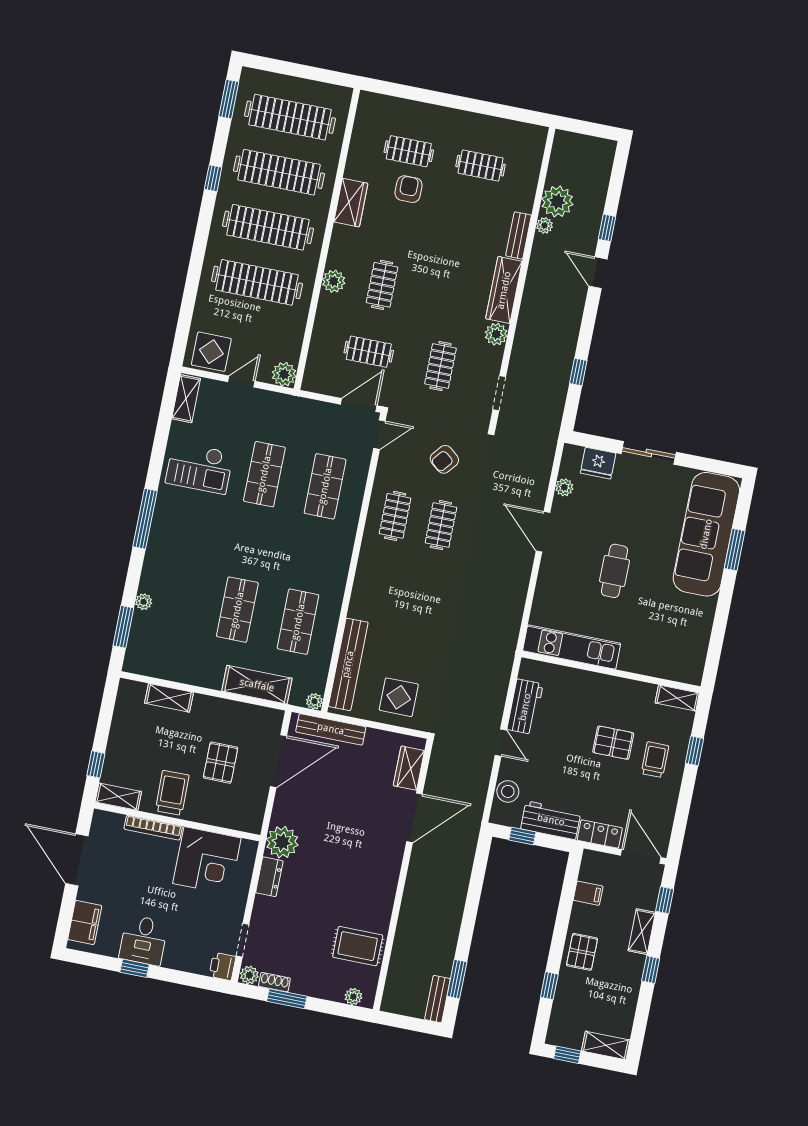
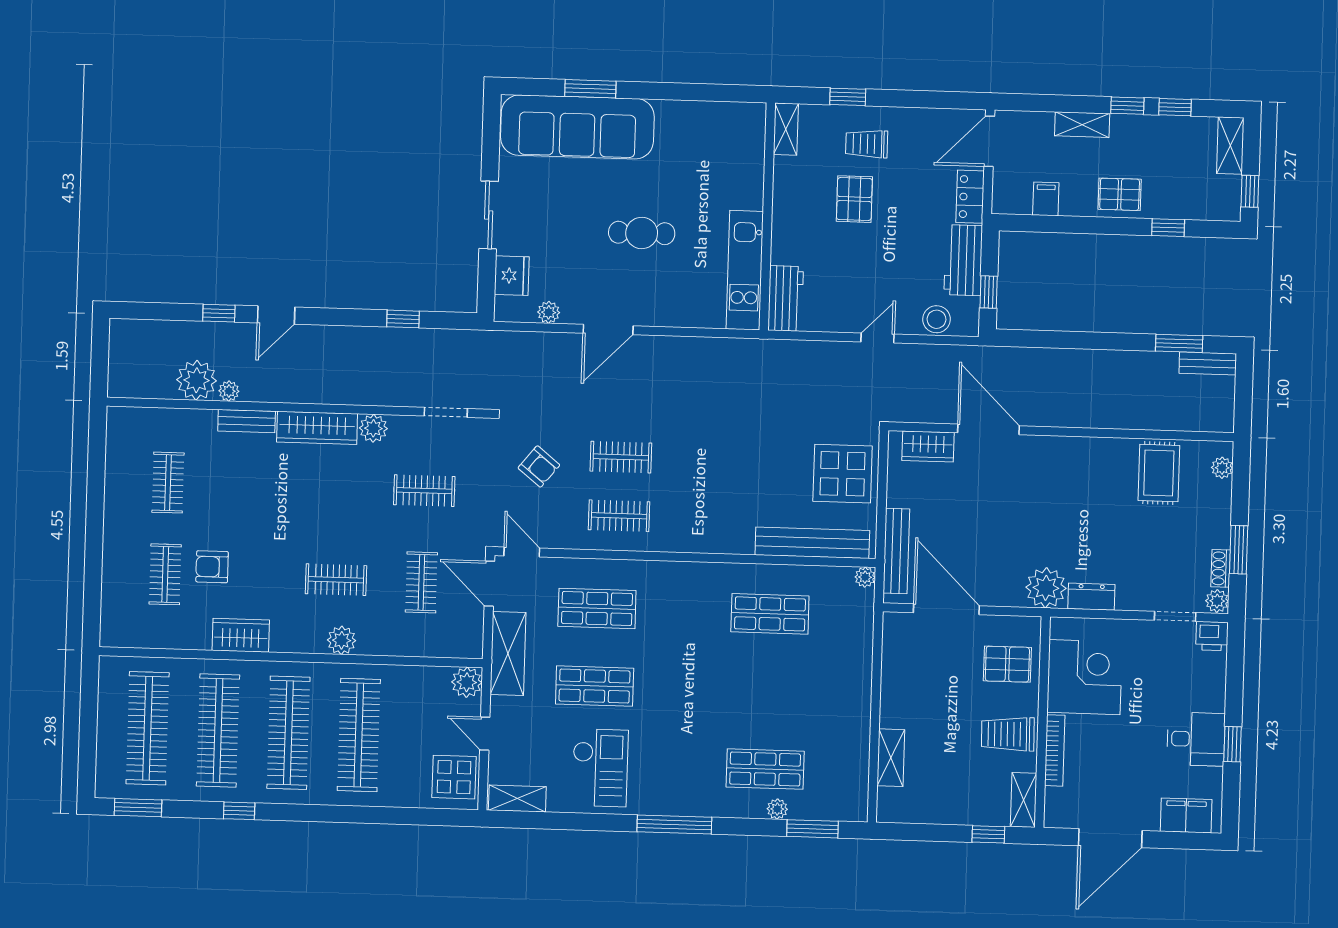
shop shelf: (237, 610) -> (765, 769), moved
shelving: (257, 685) -> (508, 654), moved
display table: (399, 697) -> (843, 474), width x1.36, depth x1.36
workbench: (525, 707) -> (786, 298), moved, turned 90
pallet: (221, 763) -> (1007, 664), moved
window: (665, 900) -> (1175, 107), moved

